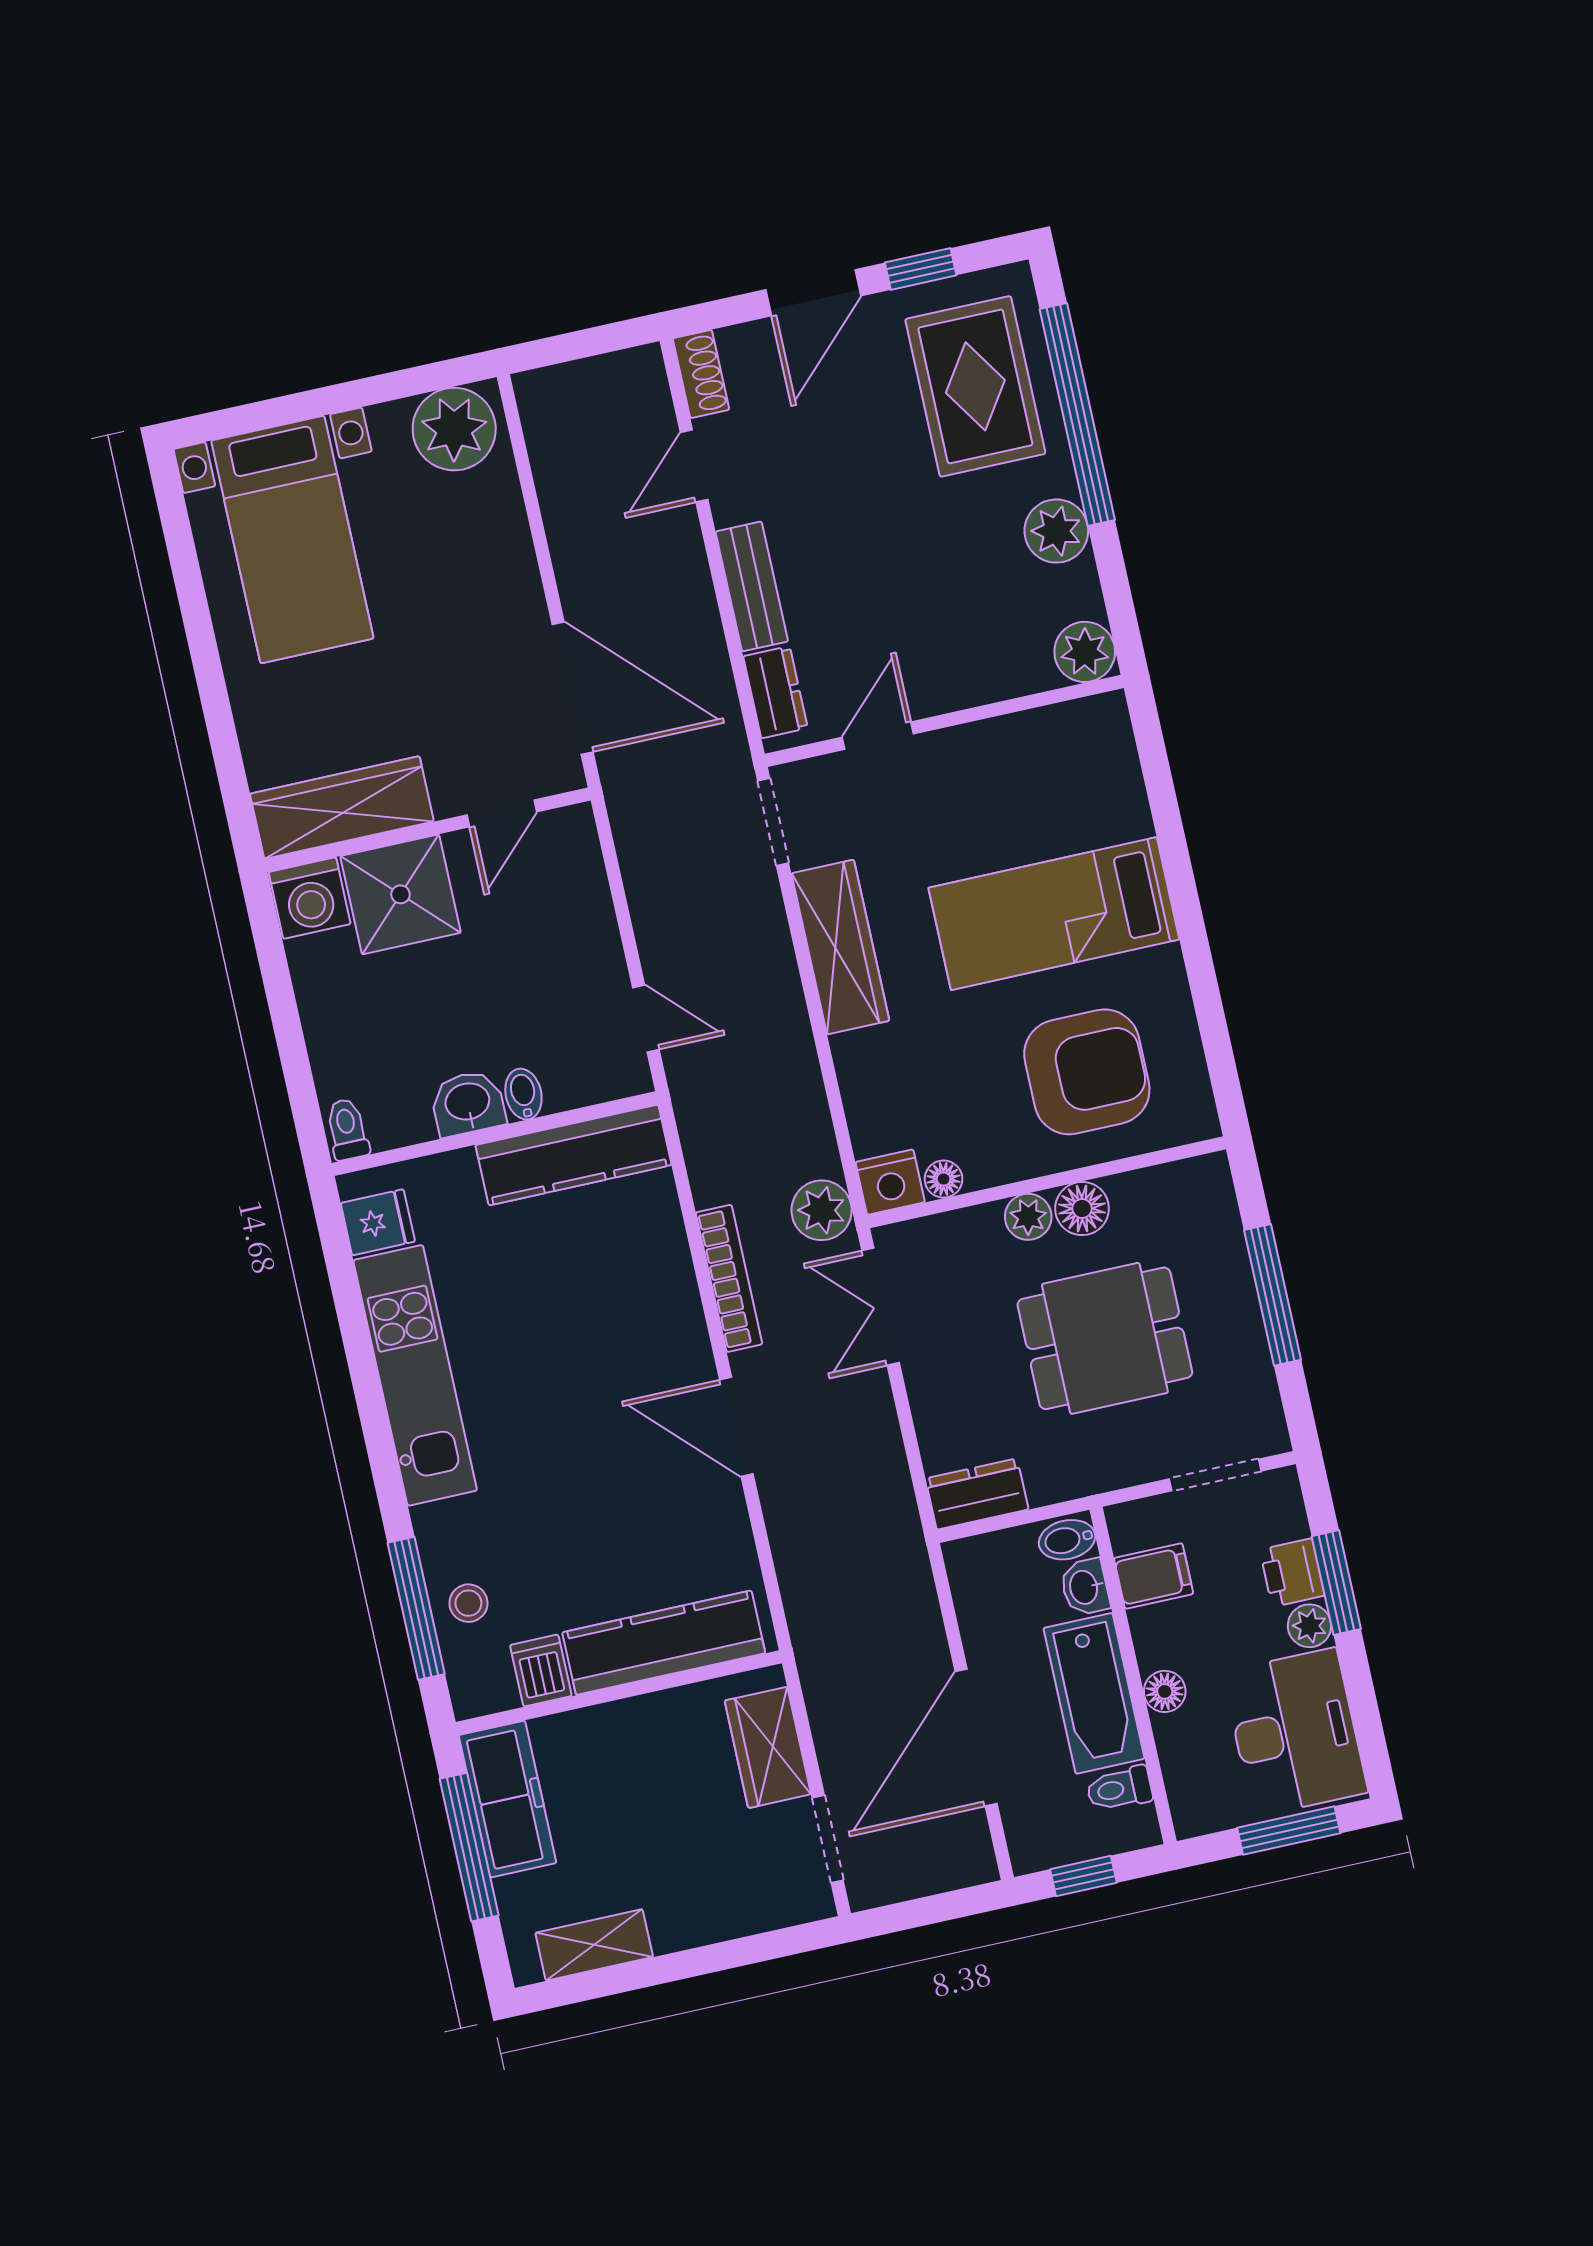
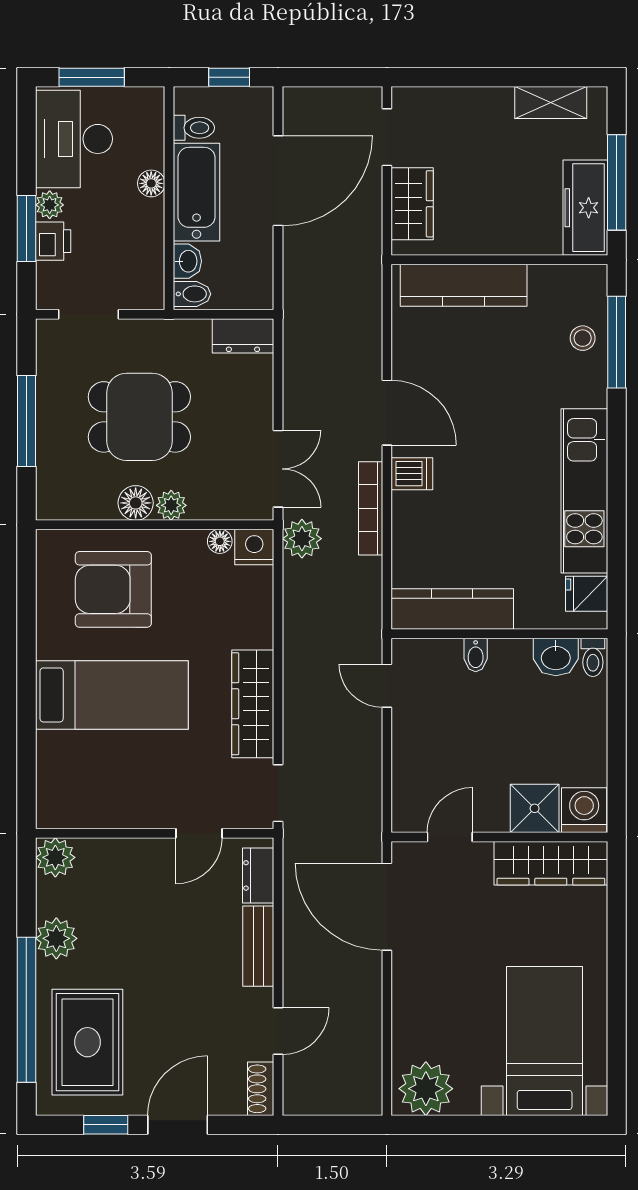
shower: (400, 894) -> (535, 808), width x0.73, depth x0.73
washbasin: (468, 1103) -> (556, 657), moved
filing cabinet: (1154, 1576) -> (142, 259), removed
dishwasher: (541, 1671) -> (412, 474), moved, turned -90

